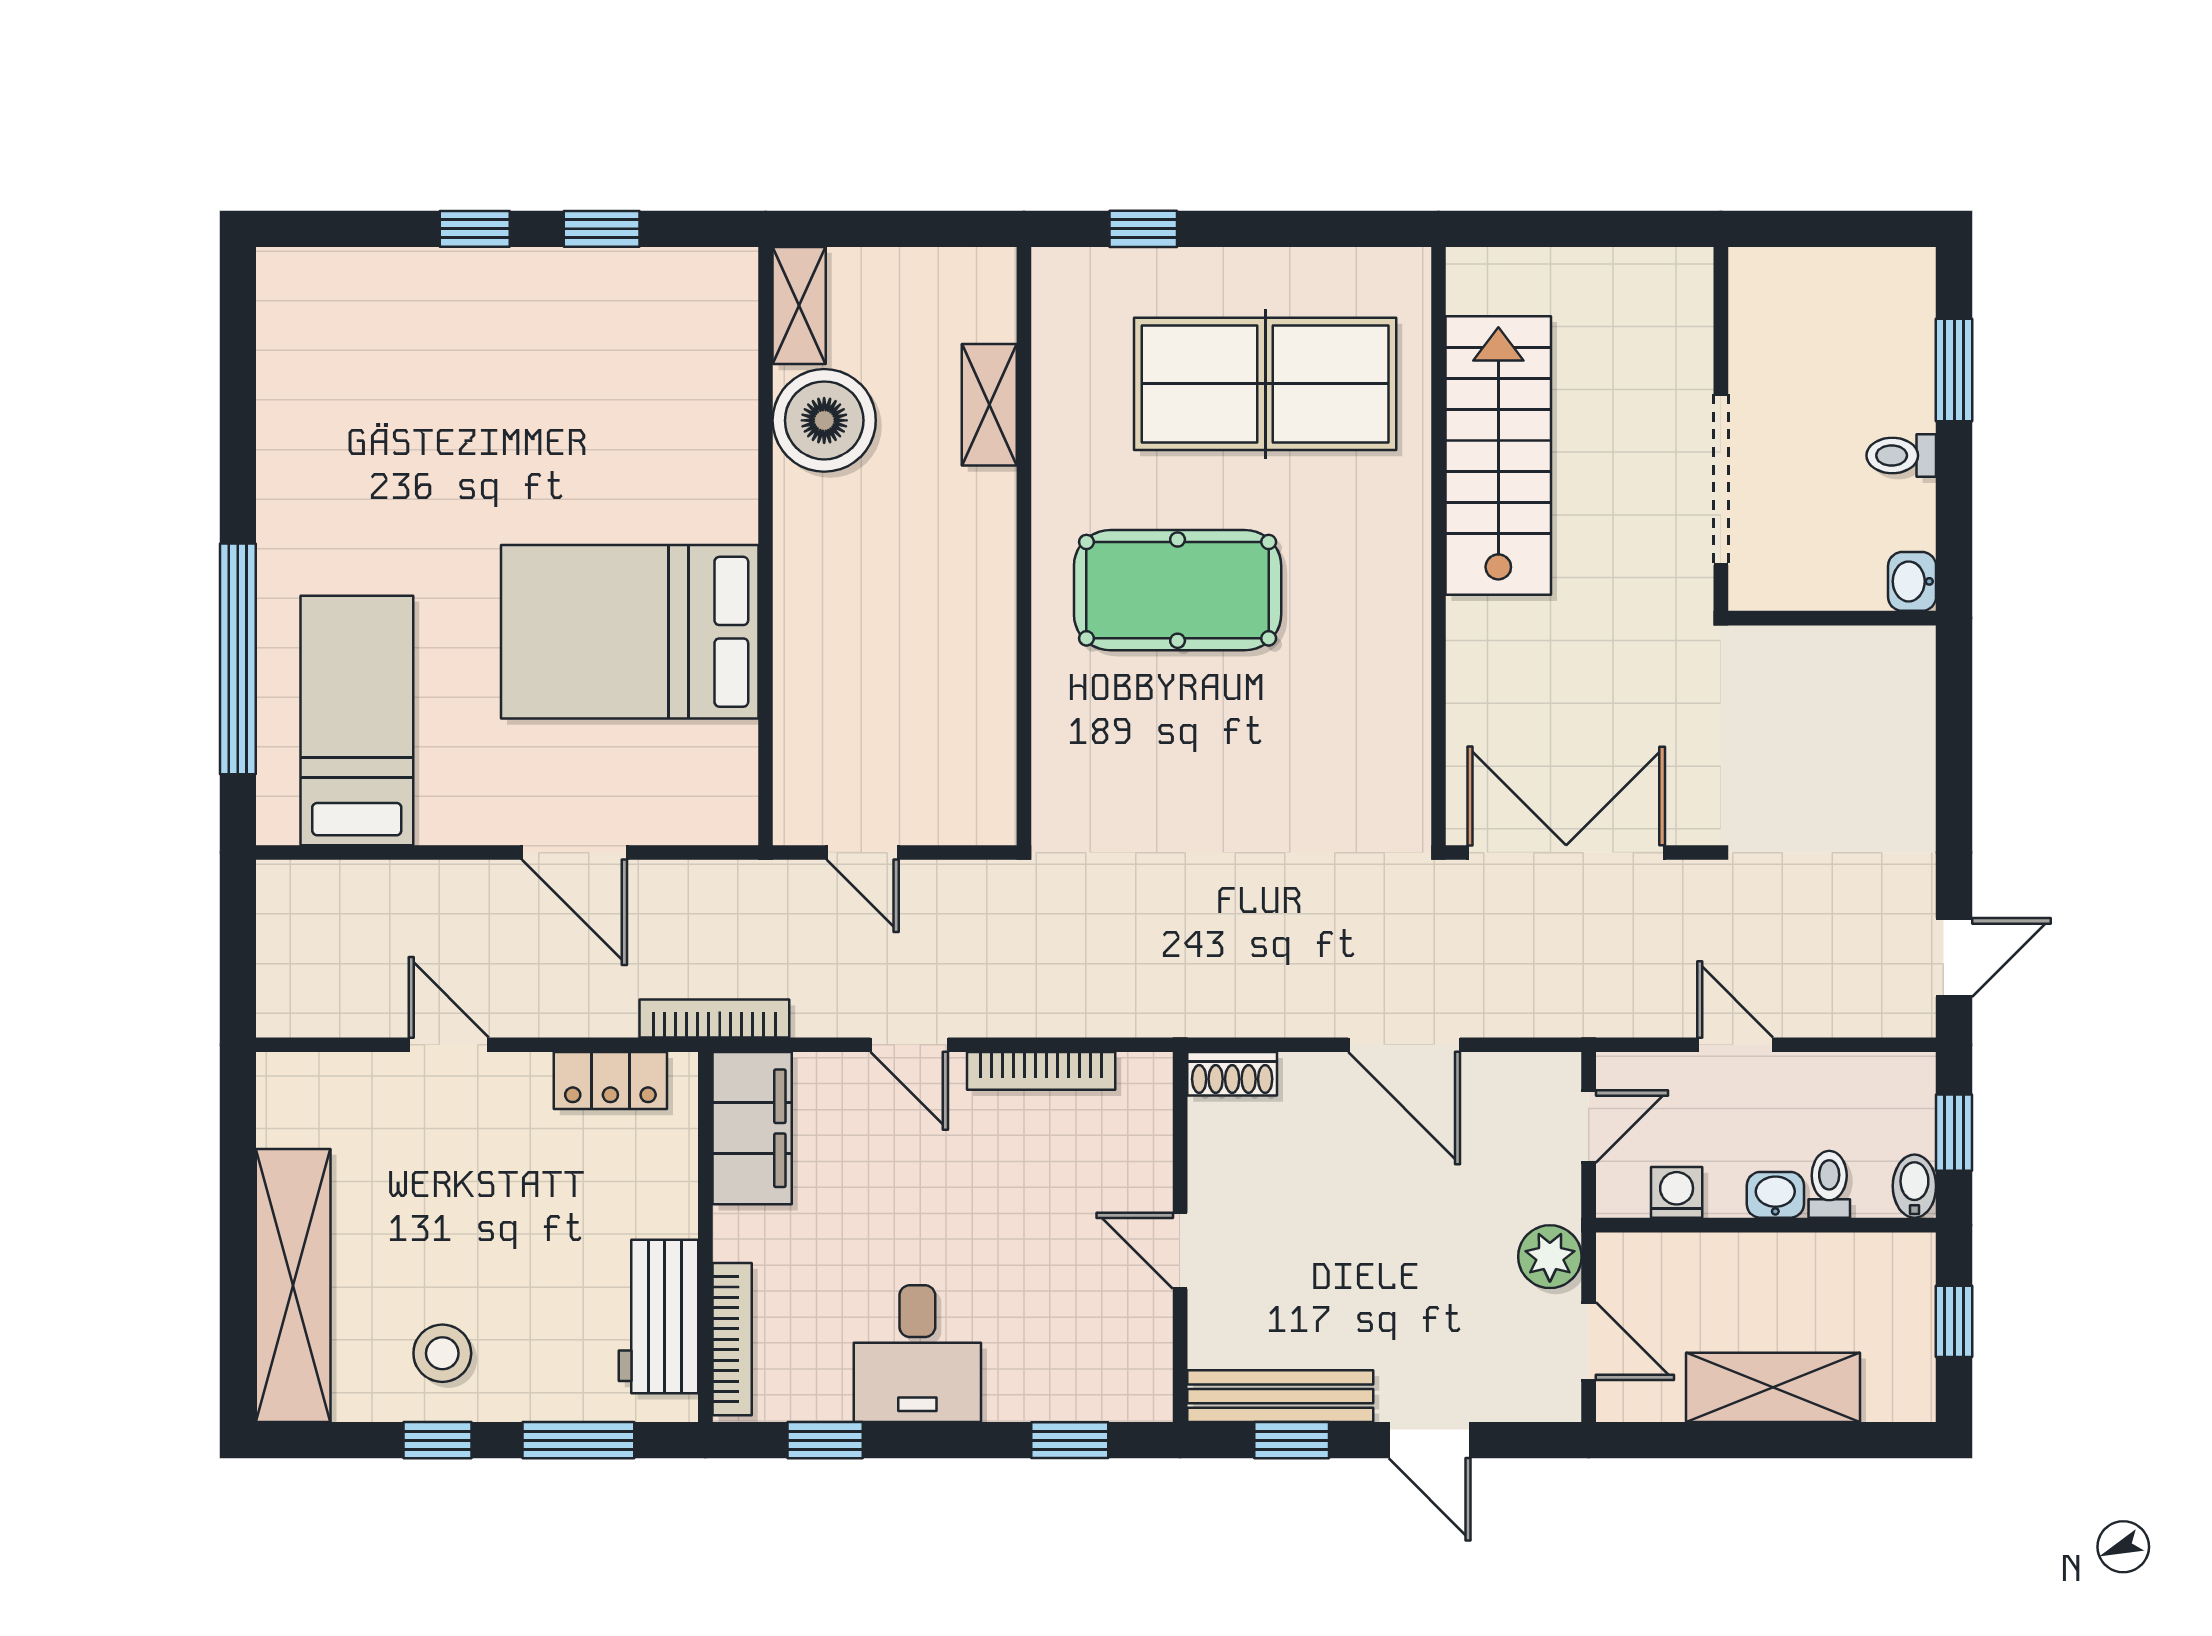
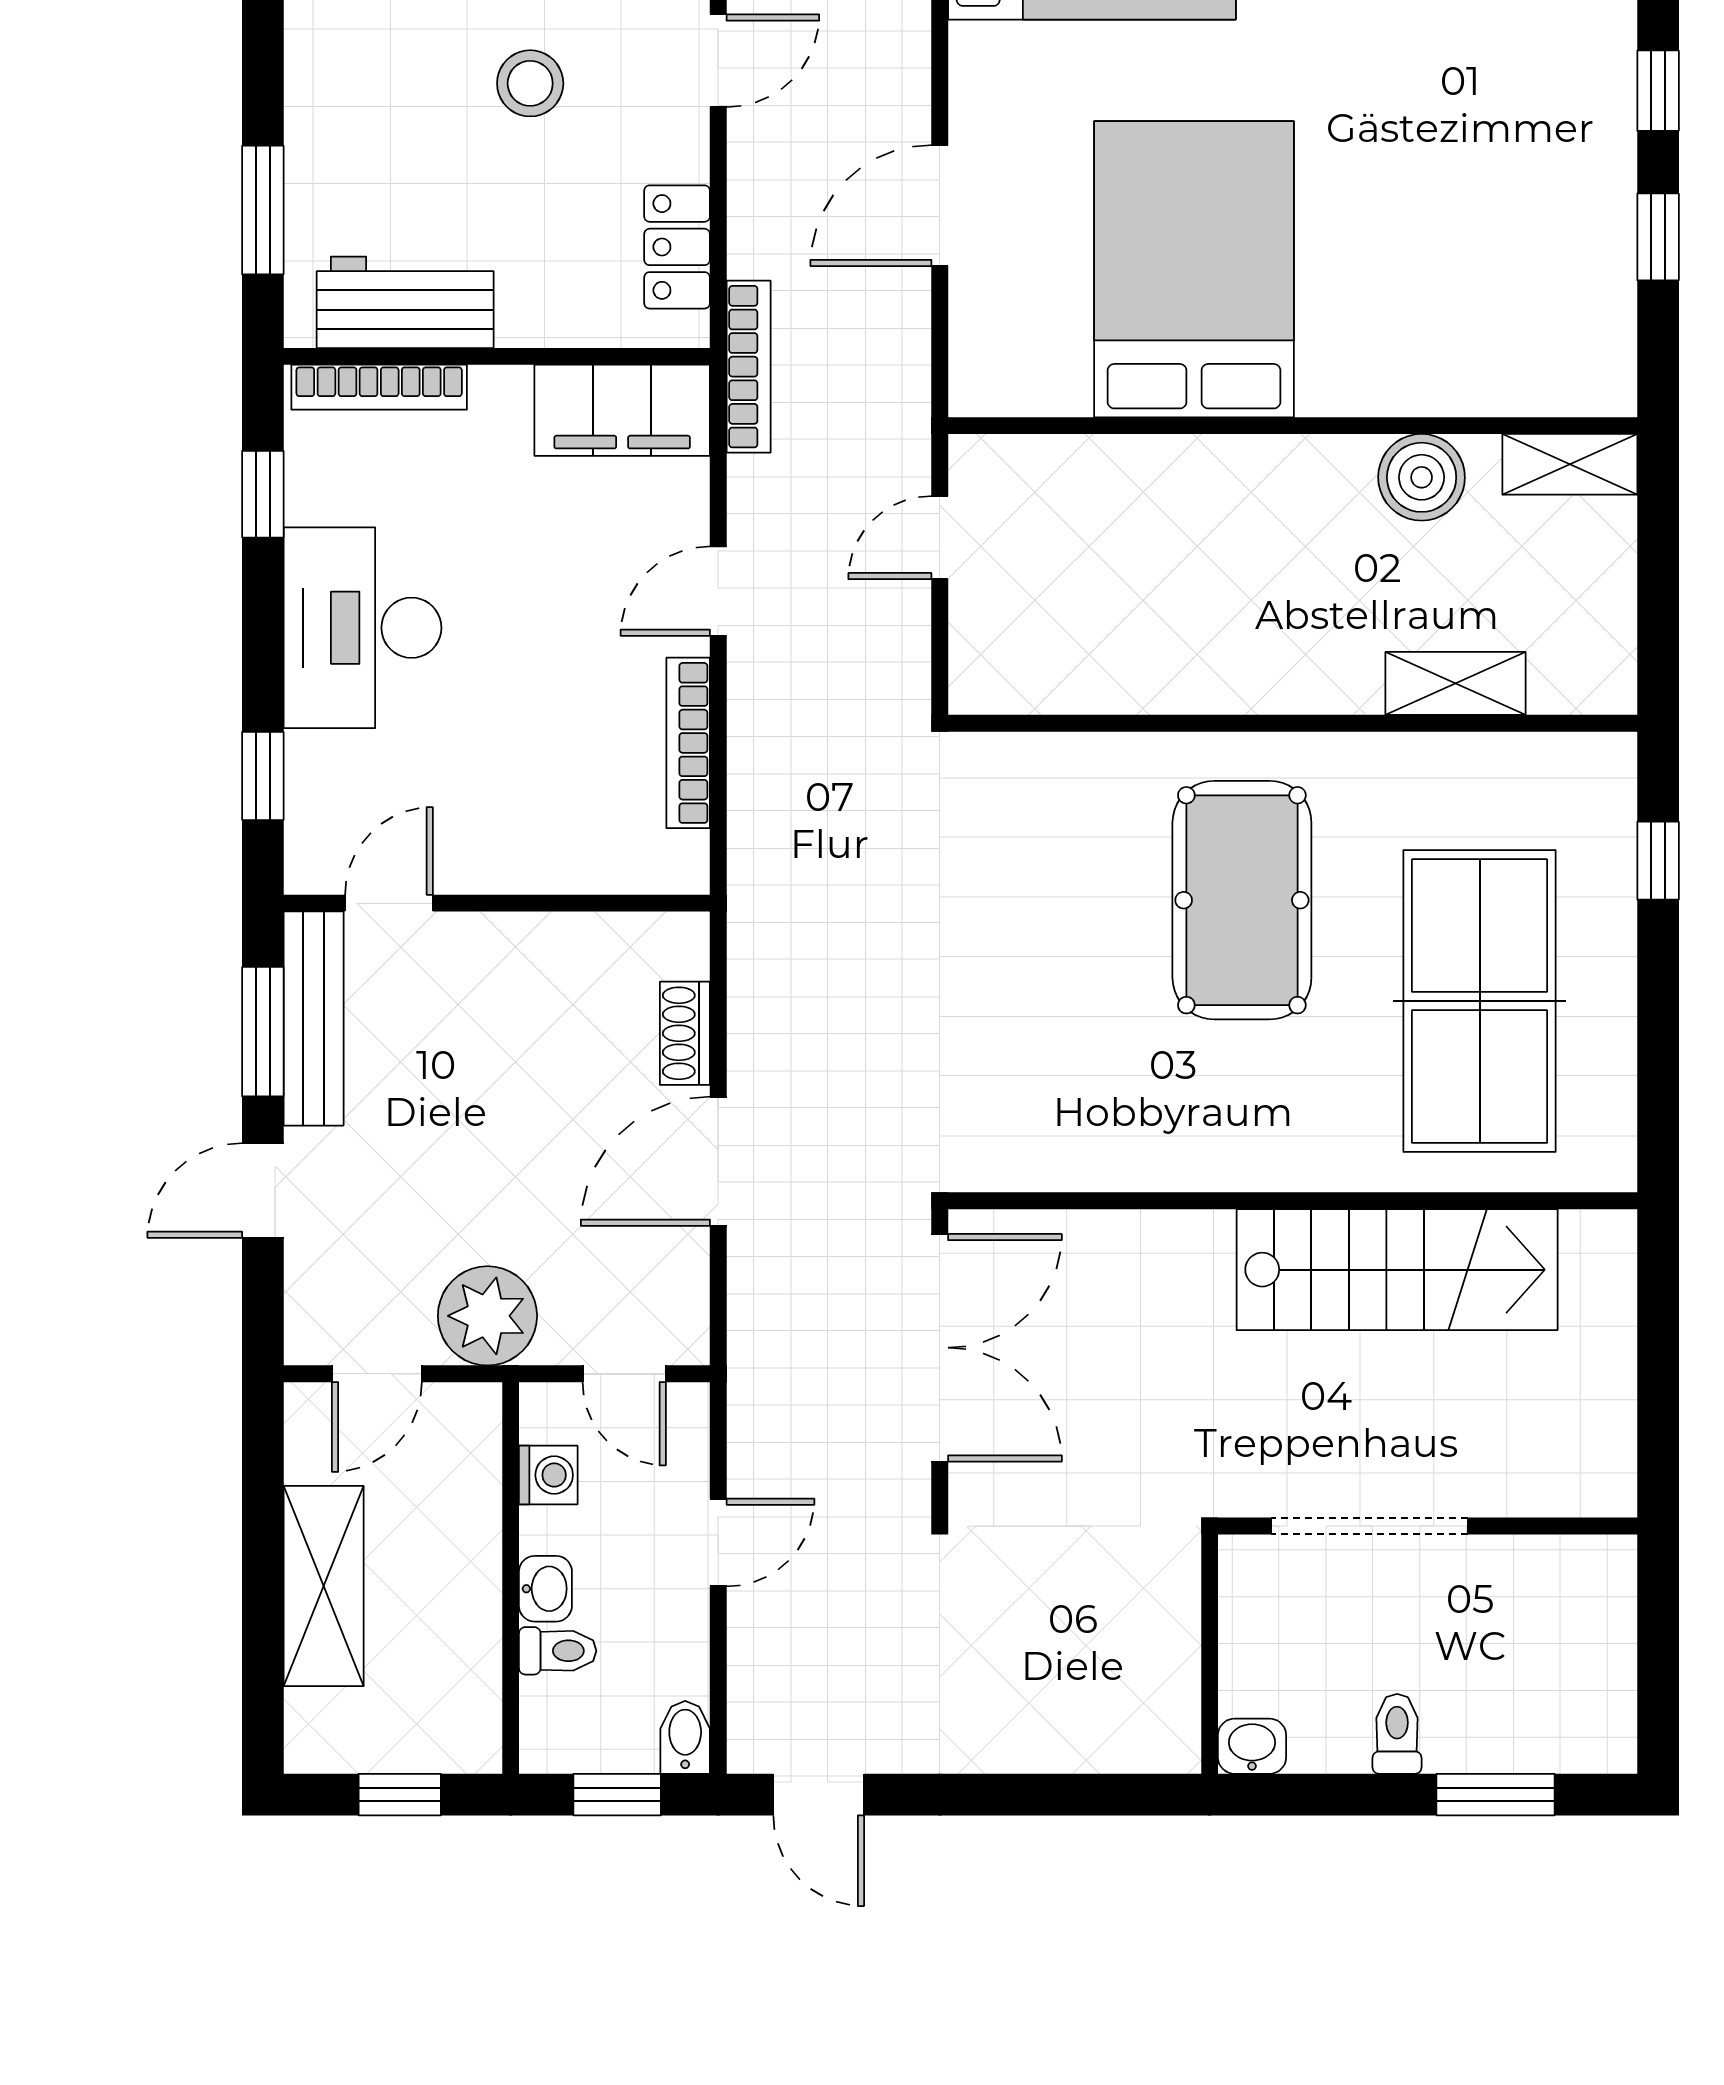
boiler: (824, 420) -> (1422, 477), width x0.73, depth x0.73
shoe rack: (1232, 1074) -> (685, 1033), moved
bidet: (1914, 1186) -> (685, 1737), moved, turned -90
door: (1180, 1251) -> (389, 903), moved
plant: (1550, 1257) -> (487, 1316), width x1.36, depth x1.36
stool: (442, 1353) -> (530, 83), moved
desk: (917, 1354) -> (363, 628), width x1.37
window: (437, 1440) -> (263, 48), removed
window: (1292, 1440) -> (263, 1032), width x1.50

